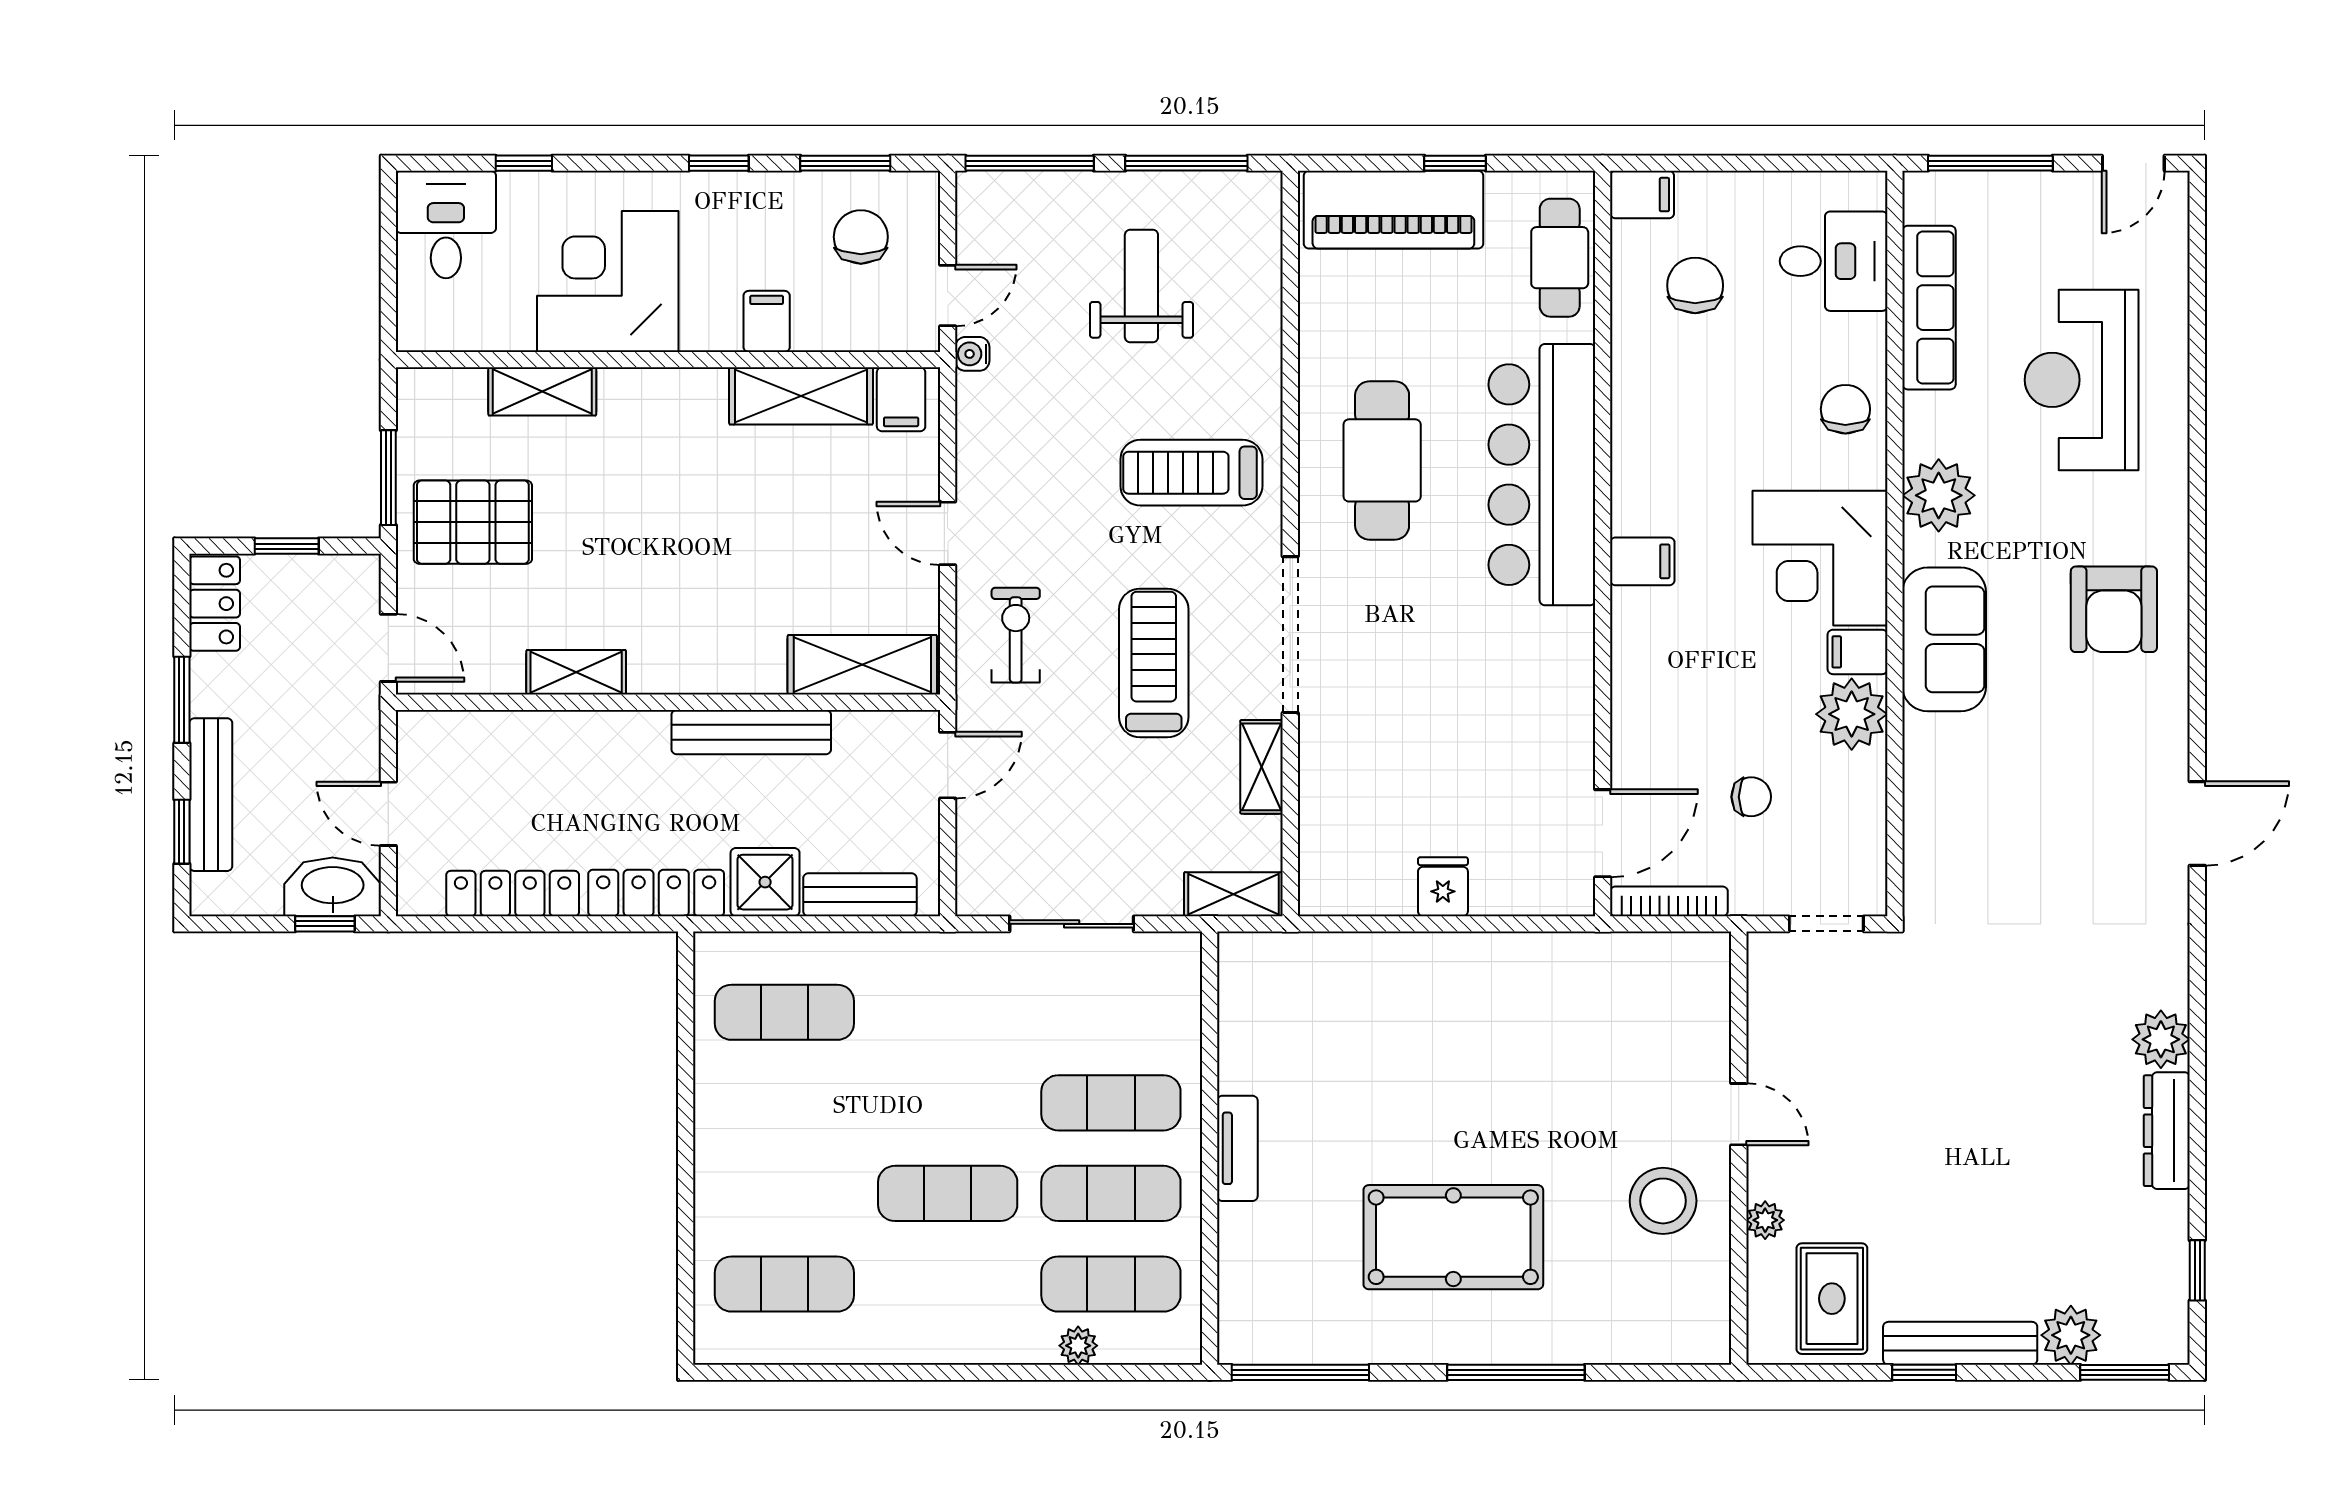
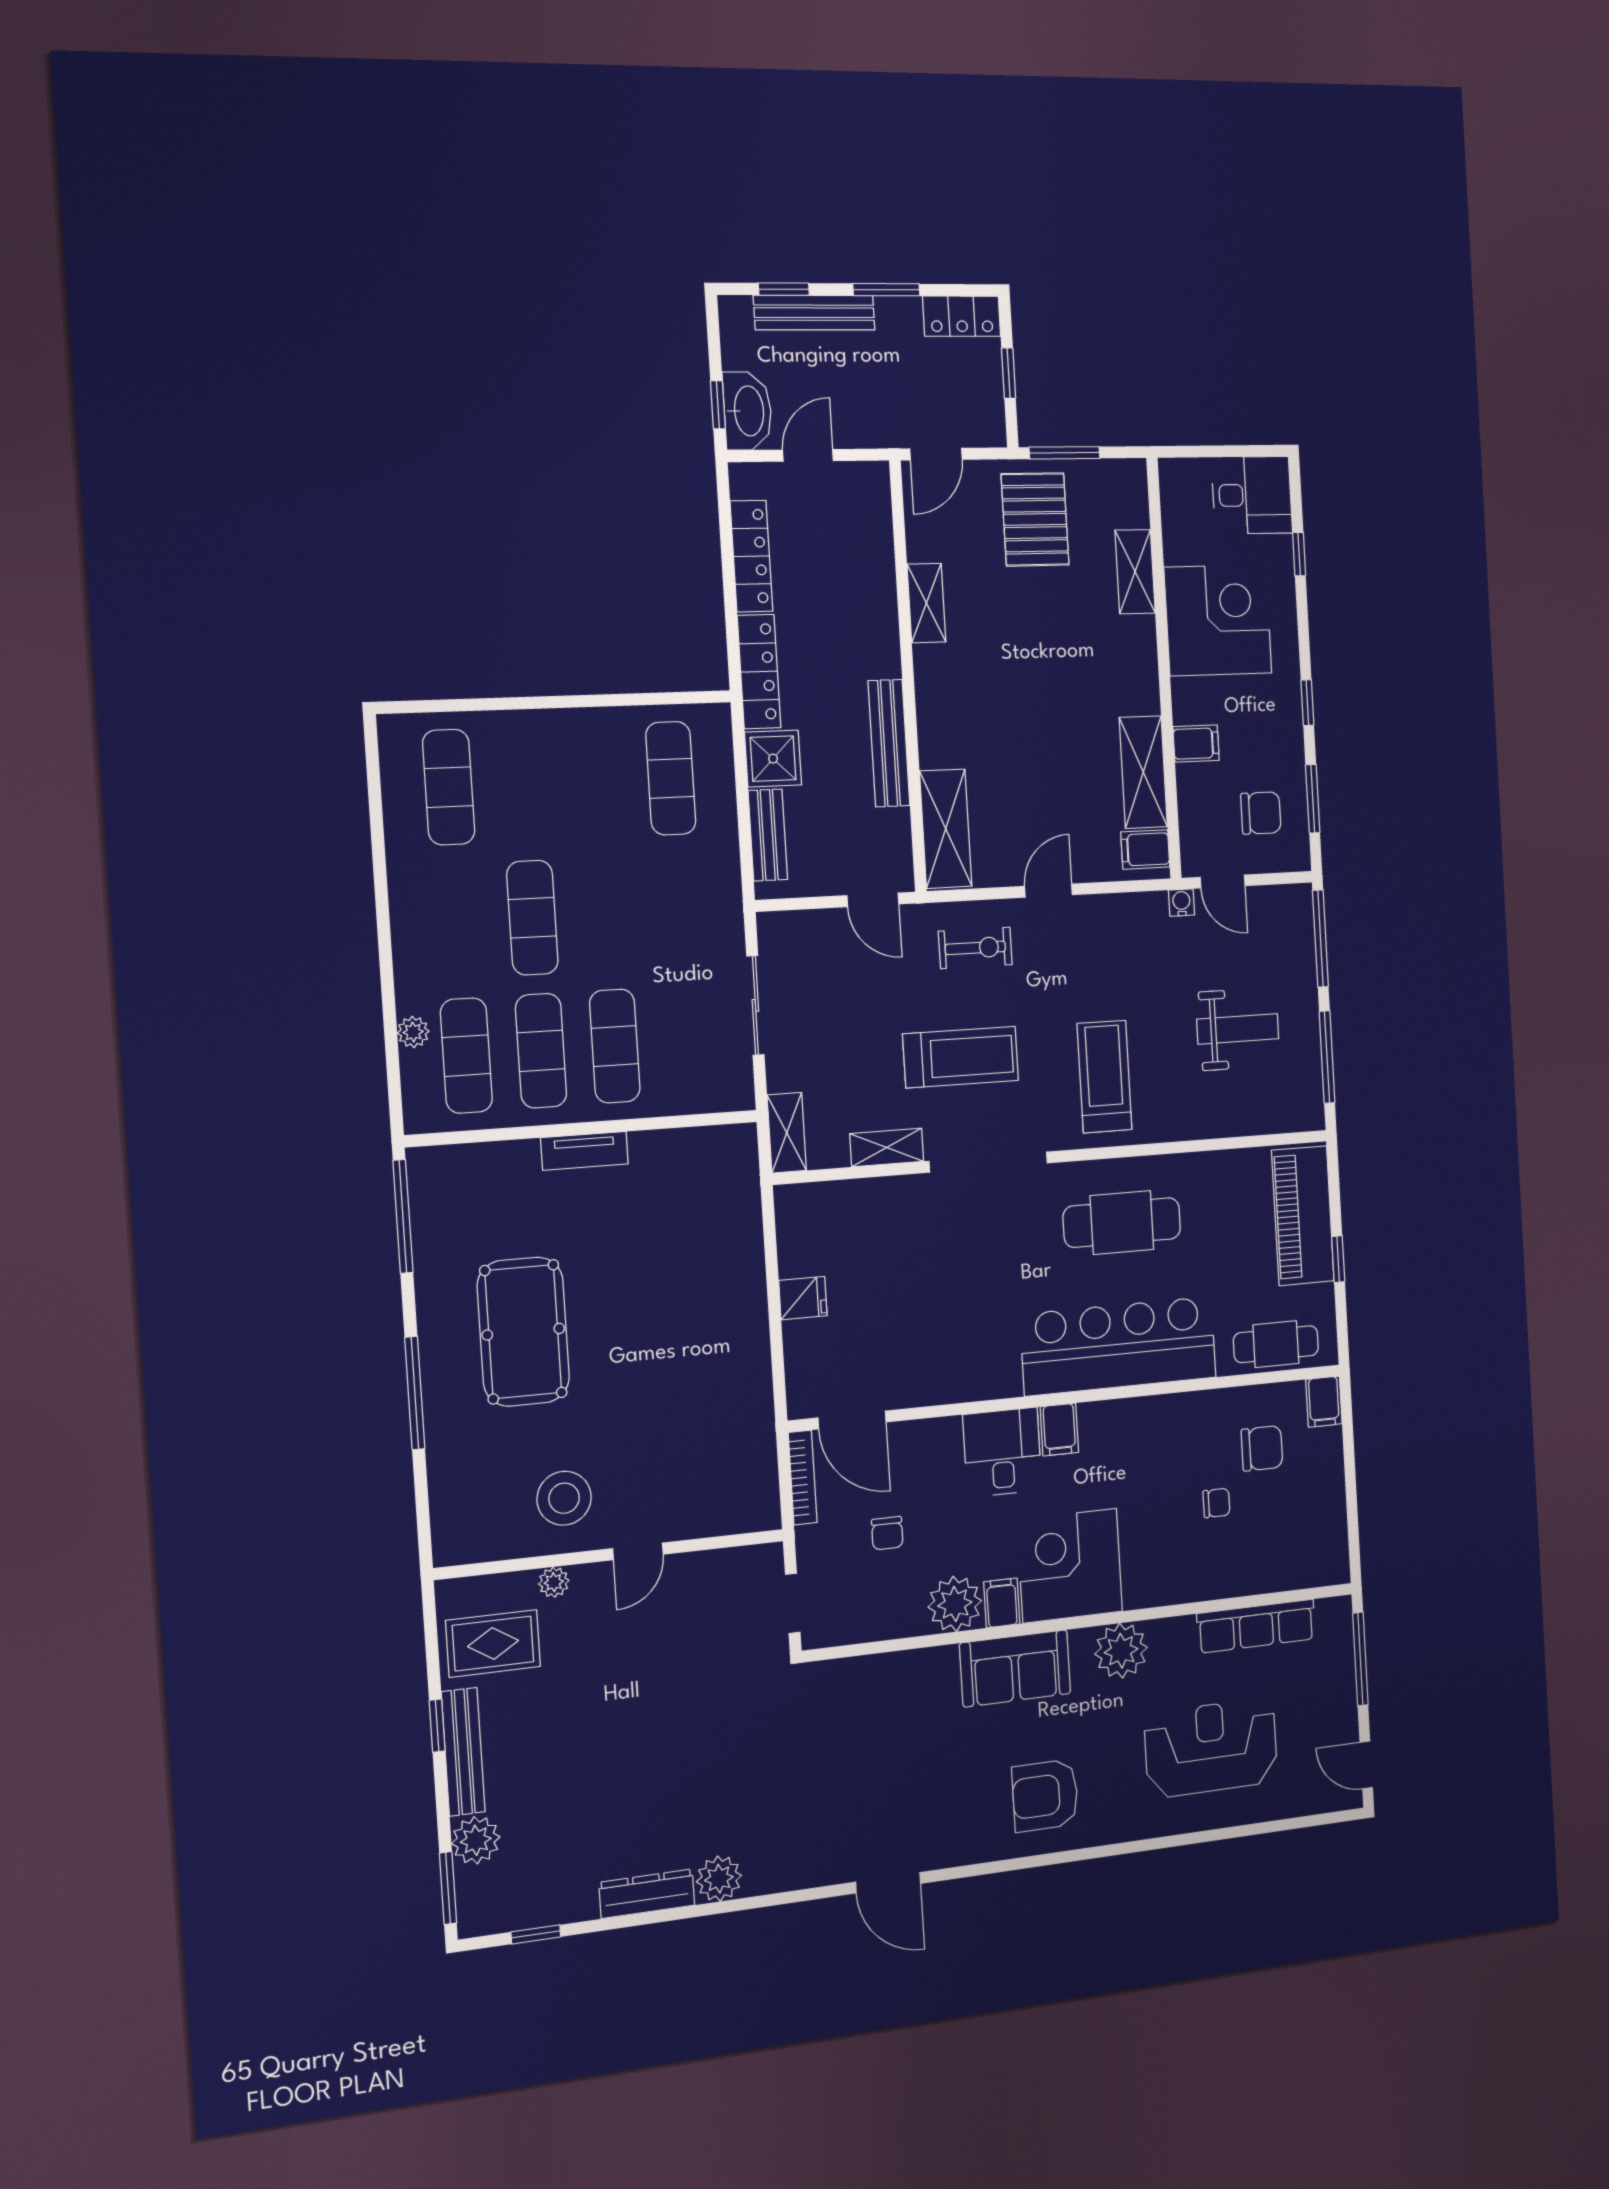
desk: (1834, 261) -> (1002, 1452), moved, turned 180
chair: (1845, 409) -> (1216, 1503), moved, width x0.73, depth x0.73

